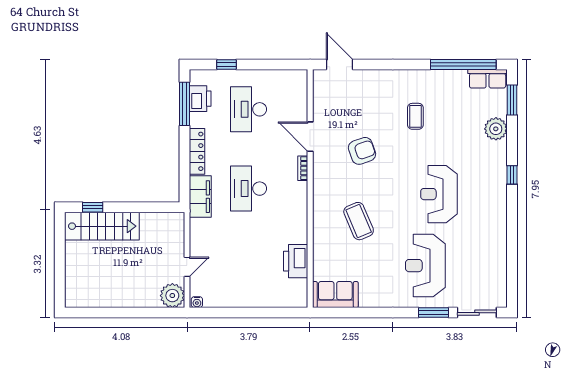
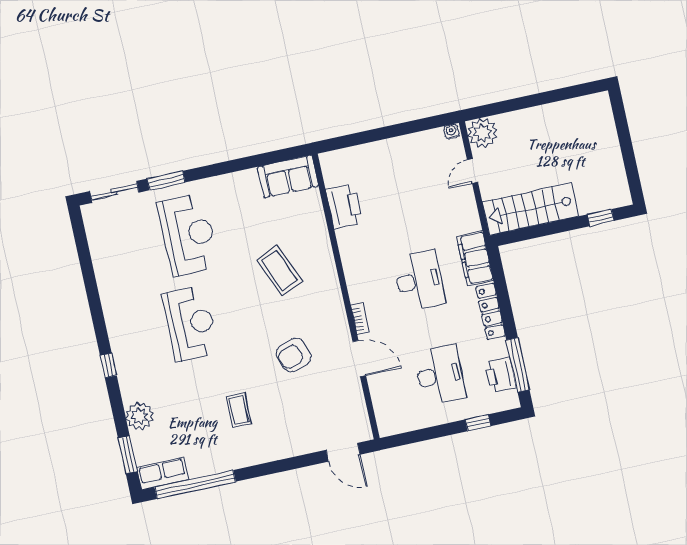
stairs: (102, 226) -> (531, 209), moved

